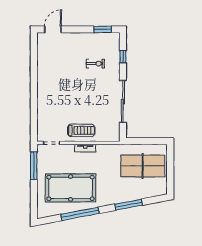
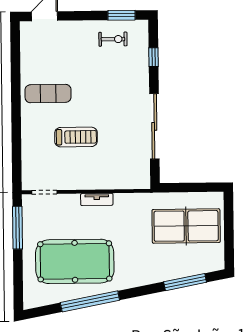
exercise bike: (95, 64) -> (113, 39), moved
exercise mat: (55, 79) -> (48, 94), added
treadmill: (81, 130) -> (76, 137), moved
window: (128, 205) -> (185, 282), moved

